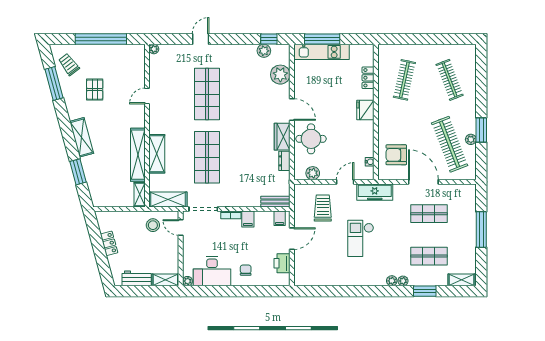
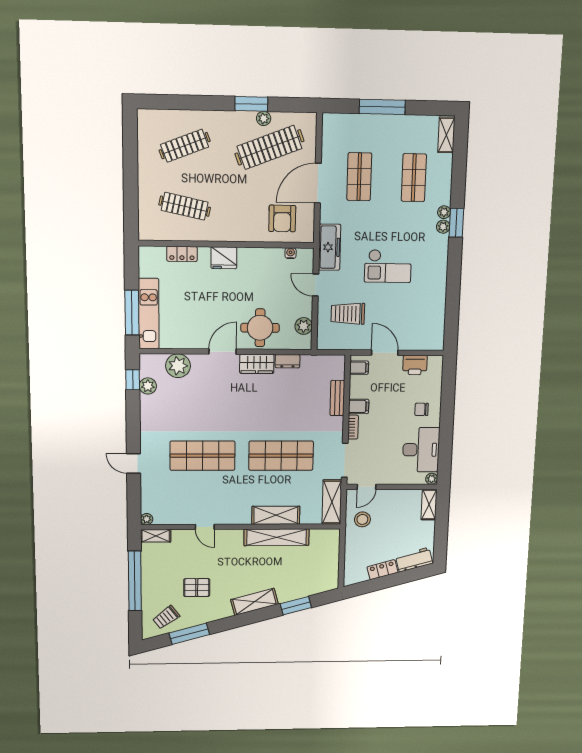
shelving: (140, 194) -> (156, 536), moved
bench: (275, 202) -> (337, 398), moved
workbench: (137, 278) -> (414, 560), moved, turned 75
window: (425, 291) -> (456, 223), moved

